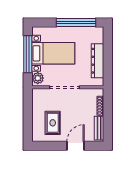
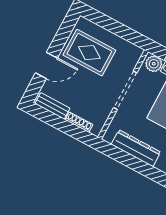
rug: (53, 123) -> (89, 53), width x1.36, depth x1.43
door: (75, 146) -> (46, 65), hinge flipped

